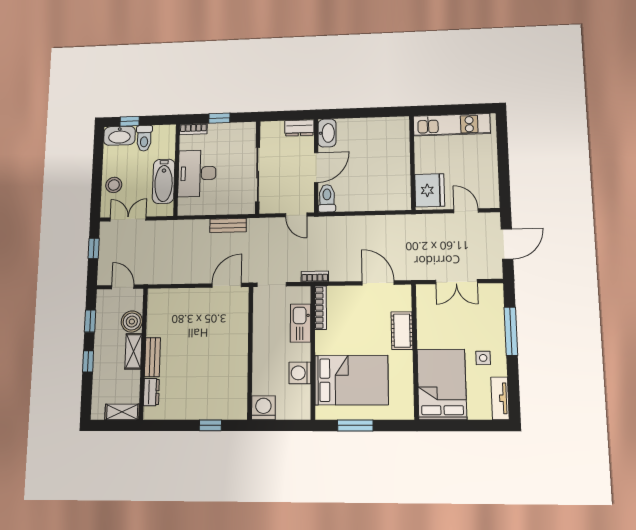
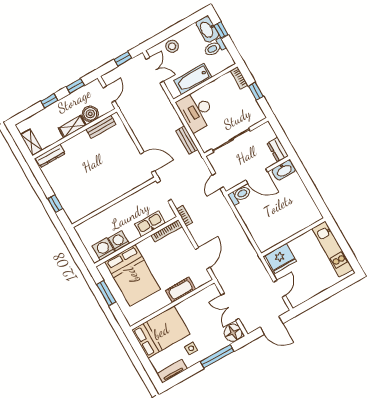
desk: (197, 173) -> (196, 111), moved, turned -90
floor lamp: (491, 295) -> (233, 333), added
bench: (152, 357) -> (101, 127), moved
dresser: (151, 392) -> (50, 156), width x1.44
washing machine: (263, 408) -> (104, 249), moved, turned -90

